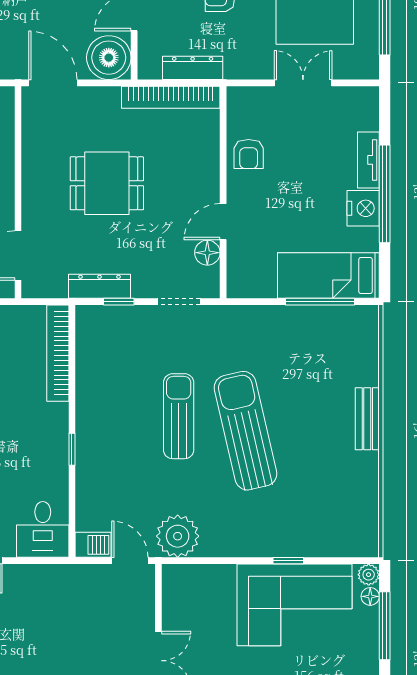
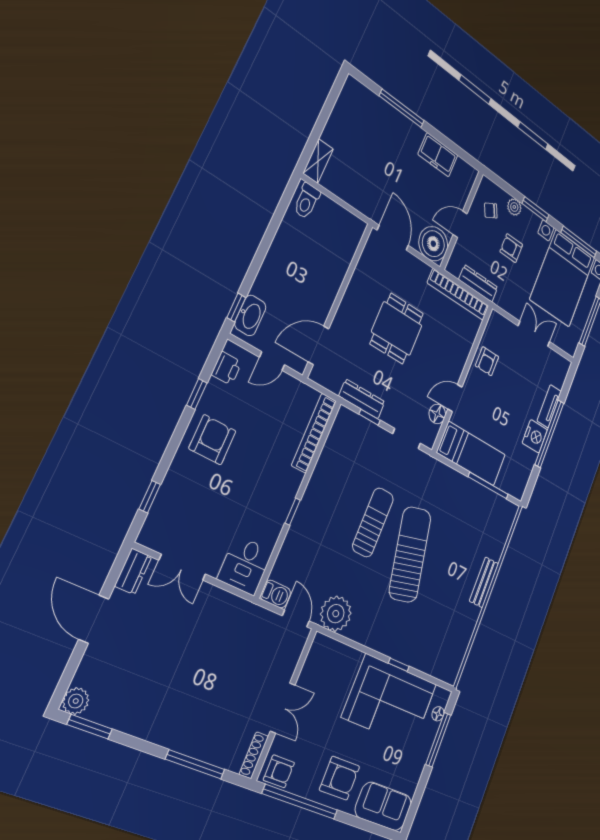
dining table: (107, 183) -> (397, 329), turned 90
bed: (328, 275) -> (471, 454), moved, turned 180
plant: (369, 575) -> (443, 697), removed

